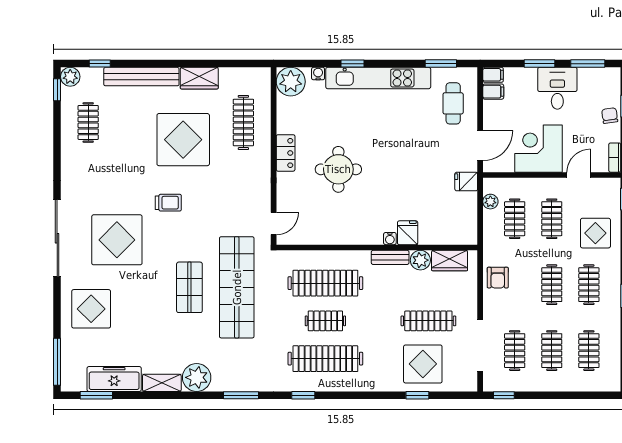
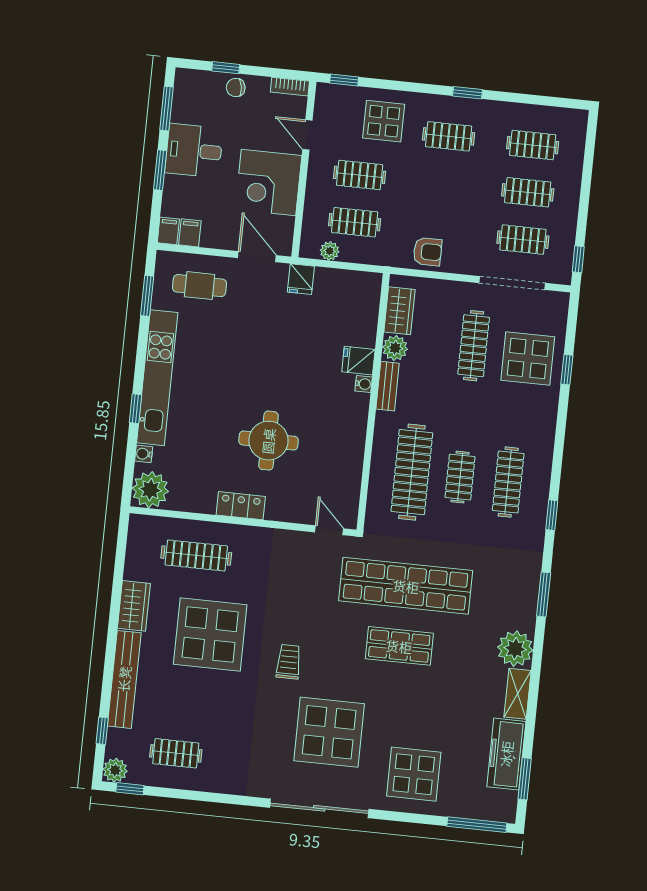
clothes rail: (552, 285) -> (444, 184), removed
clothes rail: (325, 359) -> (508, 482), width x0.73, depth x0.76

